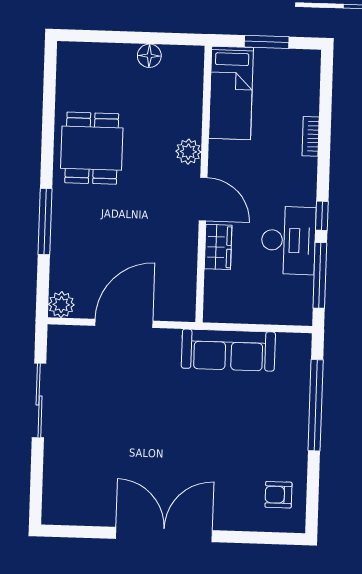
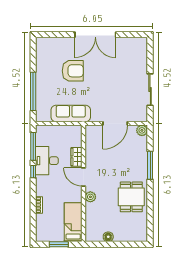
armchair: (278, 495) -> (73, 71), moved, width x1.88, depth x1.88

